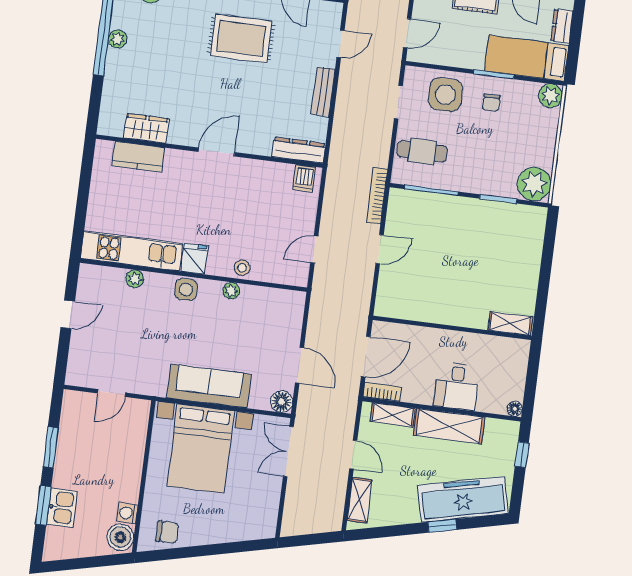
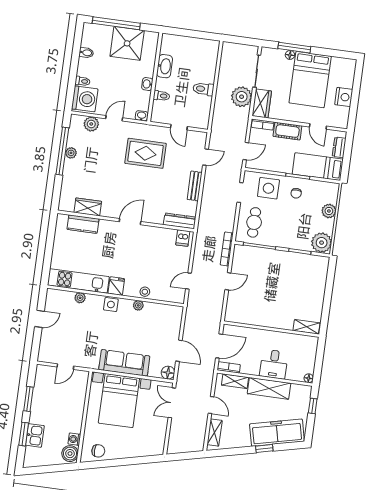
plant: (550, 96) -> (329, 211), moved
cafe table: (422, 151) -> (254, 222), turned 90

